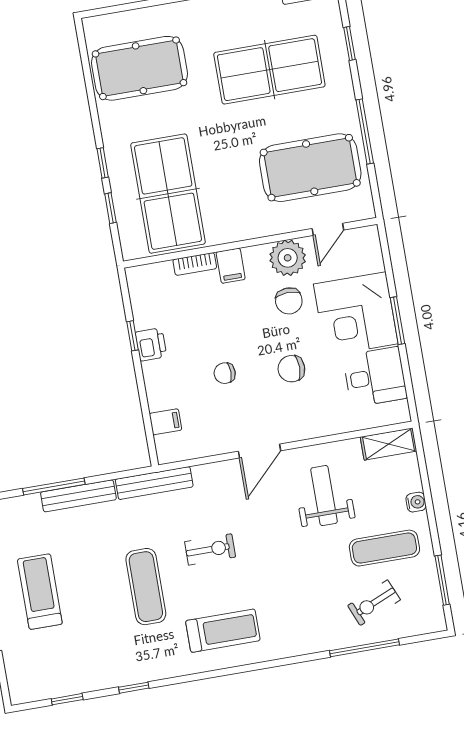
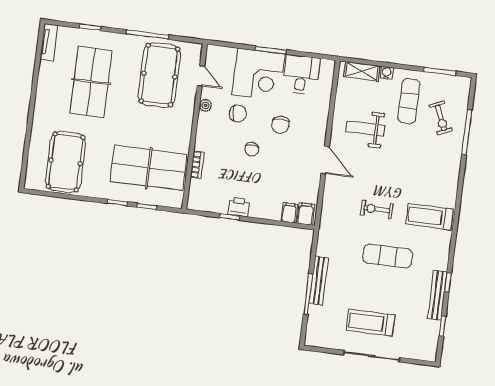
plant: (288, 258) -> (206, 105), width x0.53, depth x0.53
filing cabinet: (231, 266) -> (306, 214), moved, turned -90
chair: (225, 373) -> (252, 149), moved
shelving: (389, 444) -> (362, 71), moved, turned 90
bench: (154, 483) -> (437, 295), moved
exercise bike: (210, 549) -> (377, 209), turned -90
treadmill: (223, 631) -> (429, 217), turned -90

